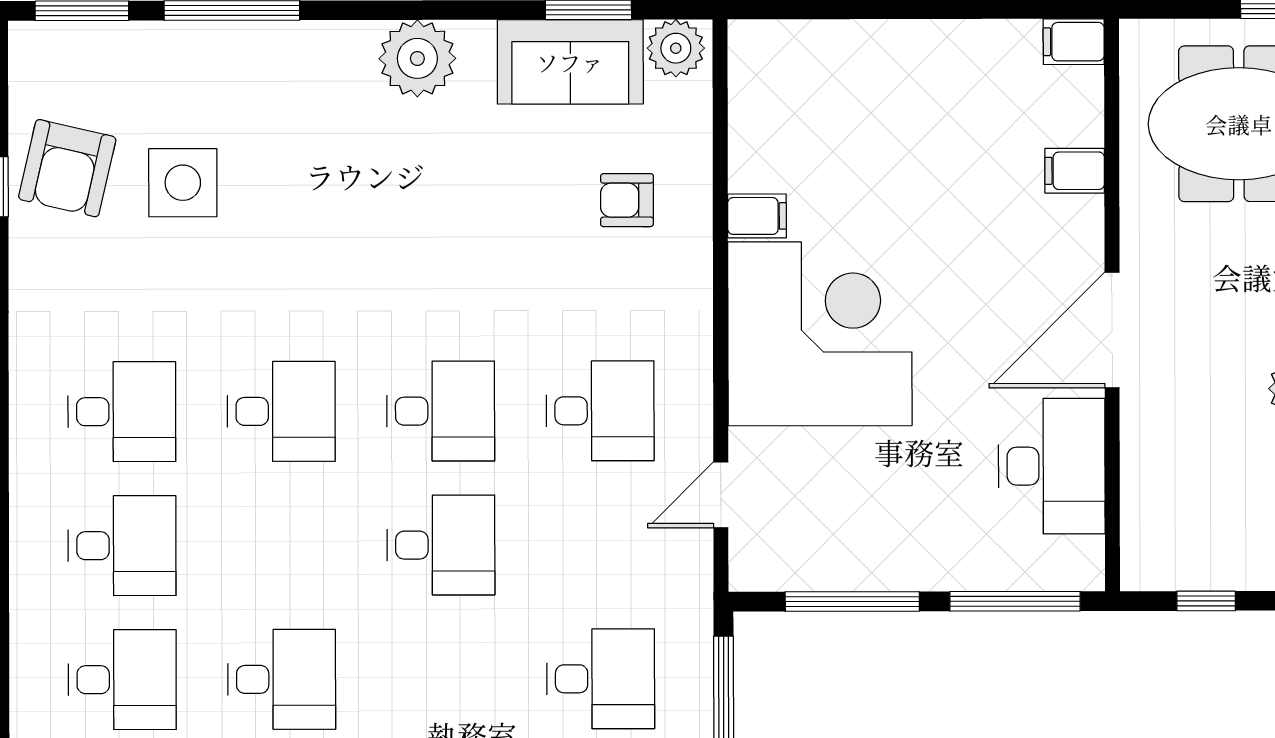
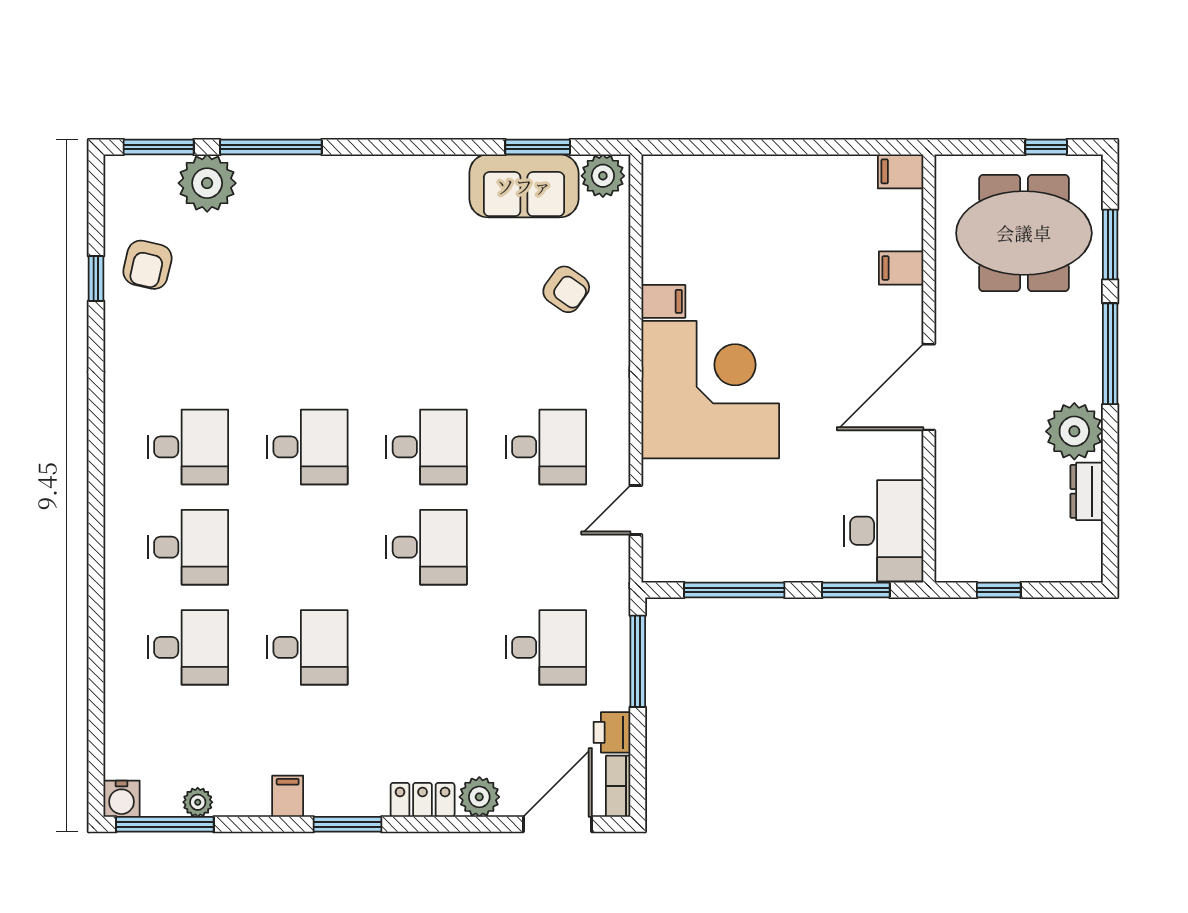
plant: (417, 58) -> (207, 183), moved
armchair: (67, 168) -> (147, 265), width x0.72, depth x0.72
side table: (183, 183) -> (234, 276), removed
armchair: (627, 200) -> (566, 289), turned -145
desk: (1052, 466) -> (884, 531), moved
window: (1015, 601) -> (856, 590), width x0.69

